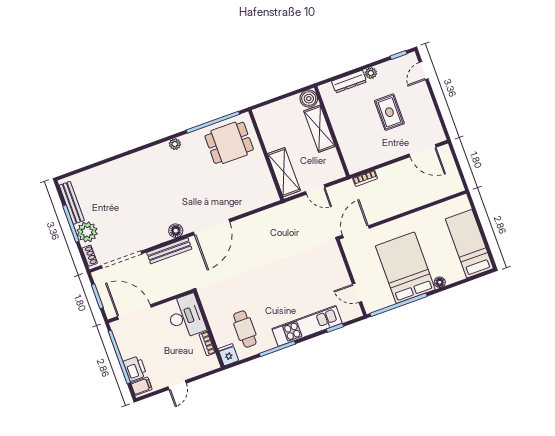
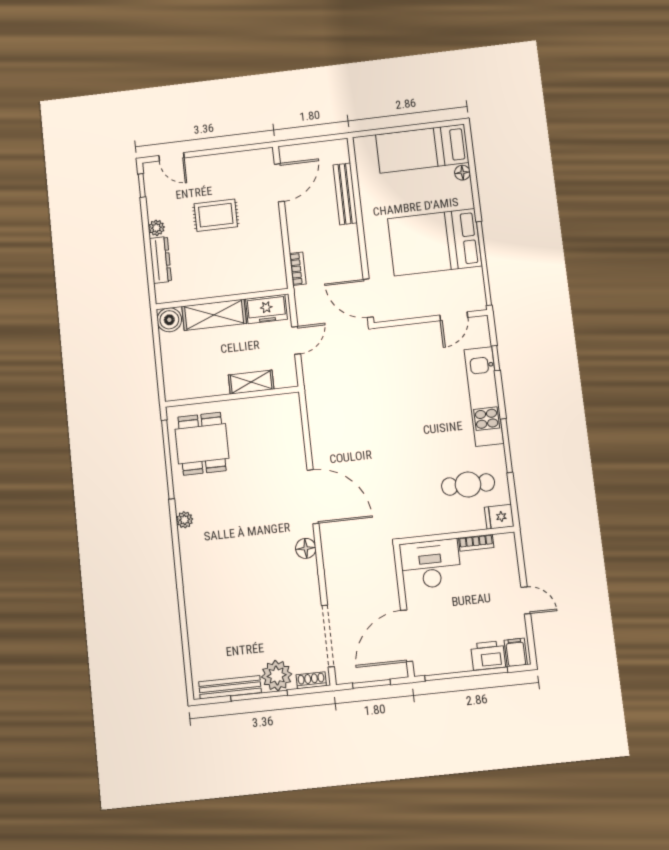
freezer: (332, 164) -> (266, 309), added
shelving: (284, 172) -> (251, 382), width x0.67, depth x0.75
bench: (169, 251) -> (345, 194), moved
floor lamp: (440, 282) -> (462, 173), moved

